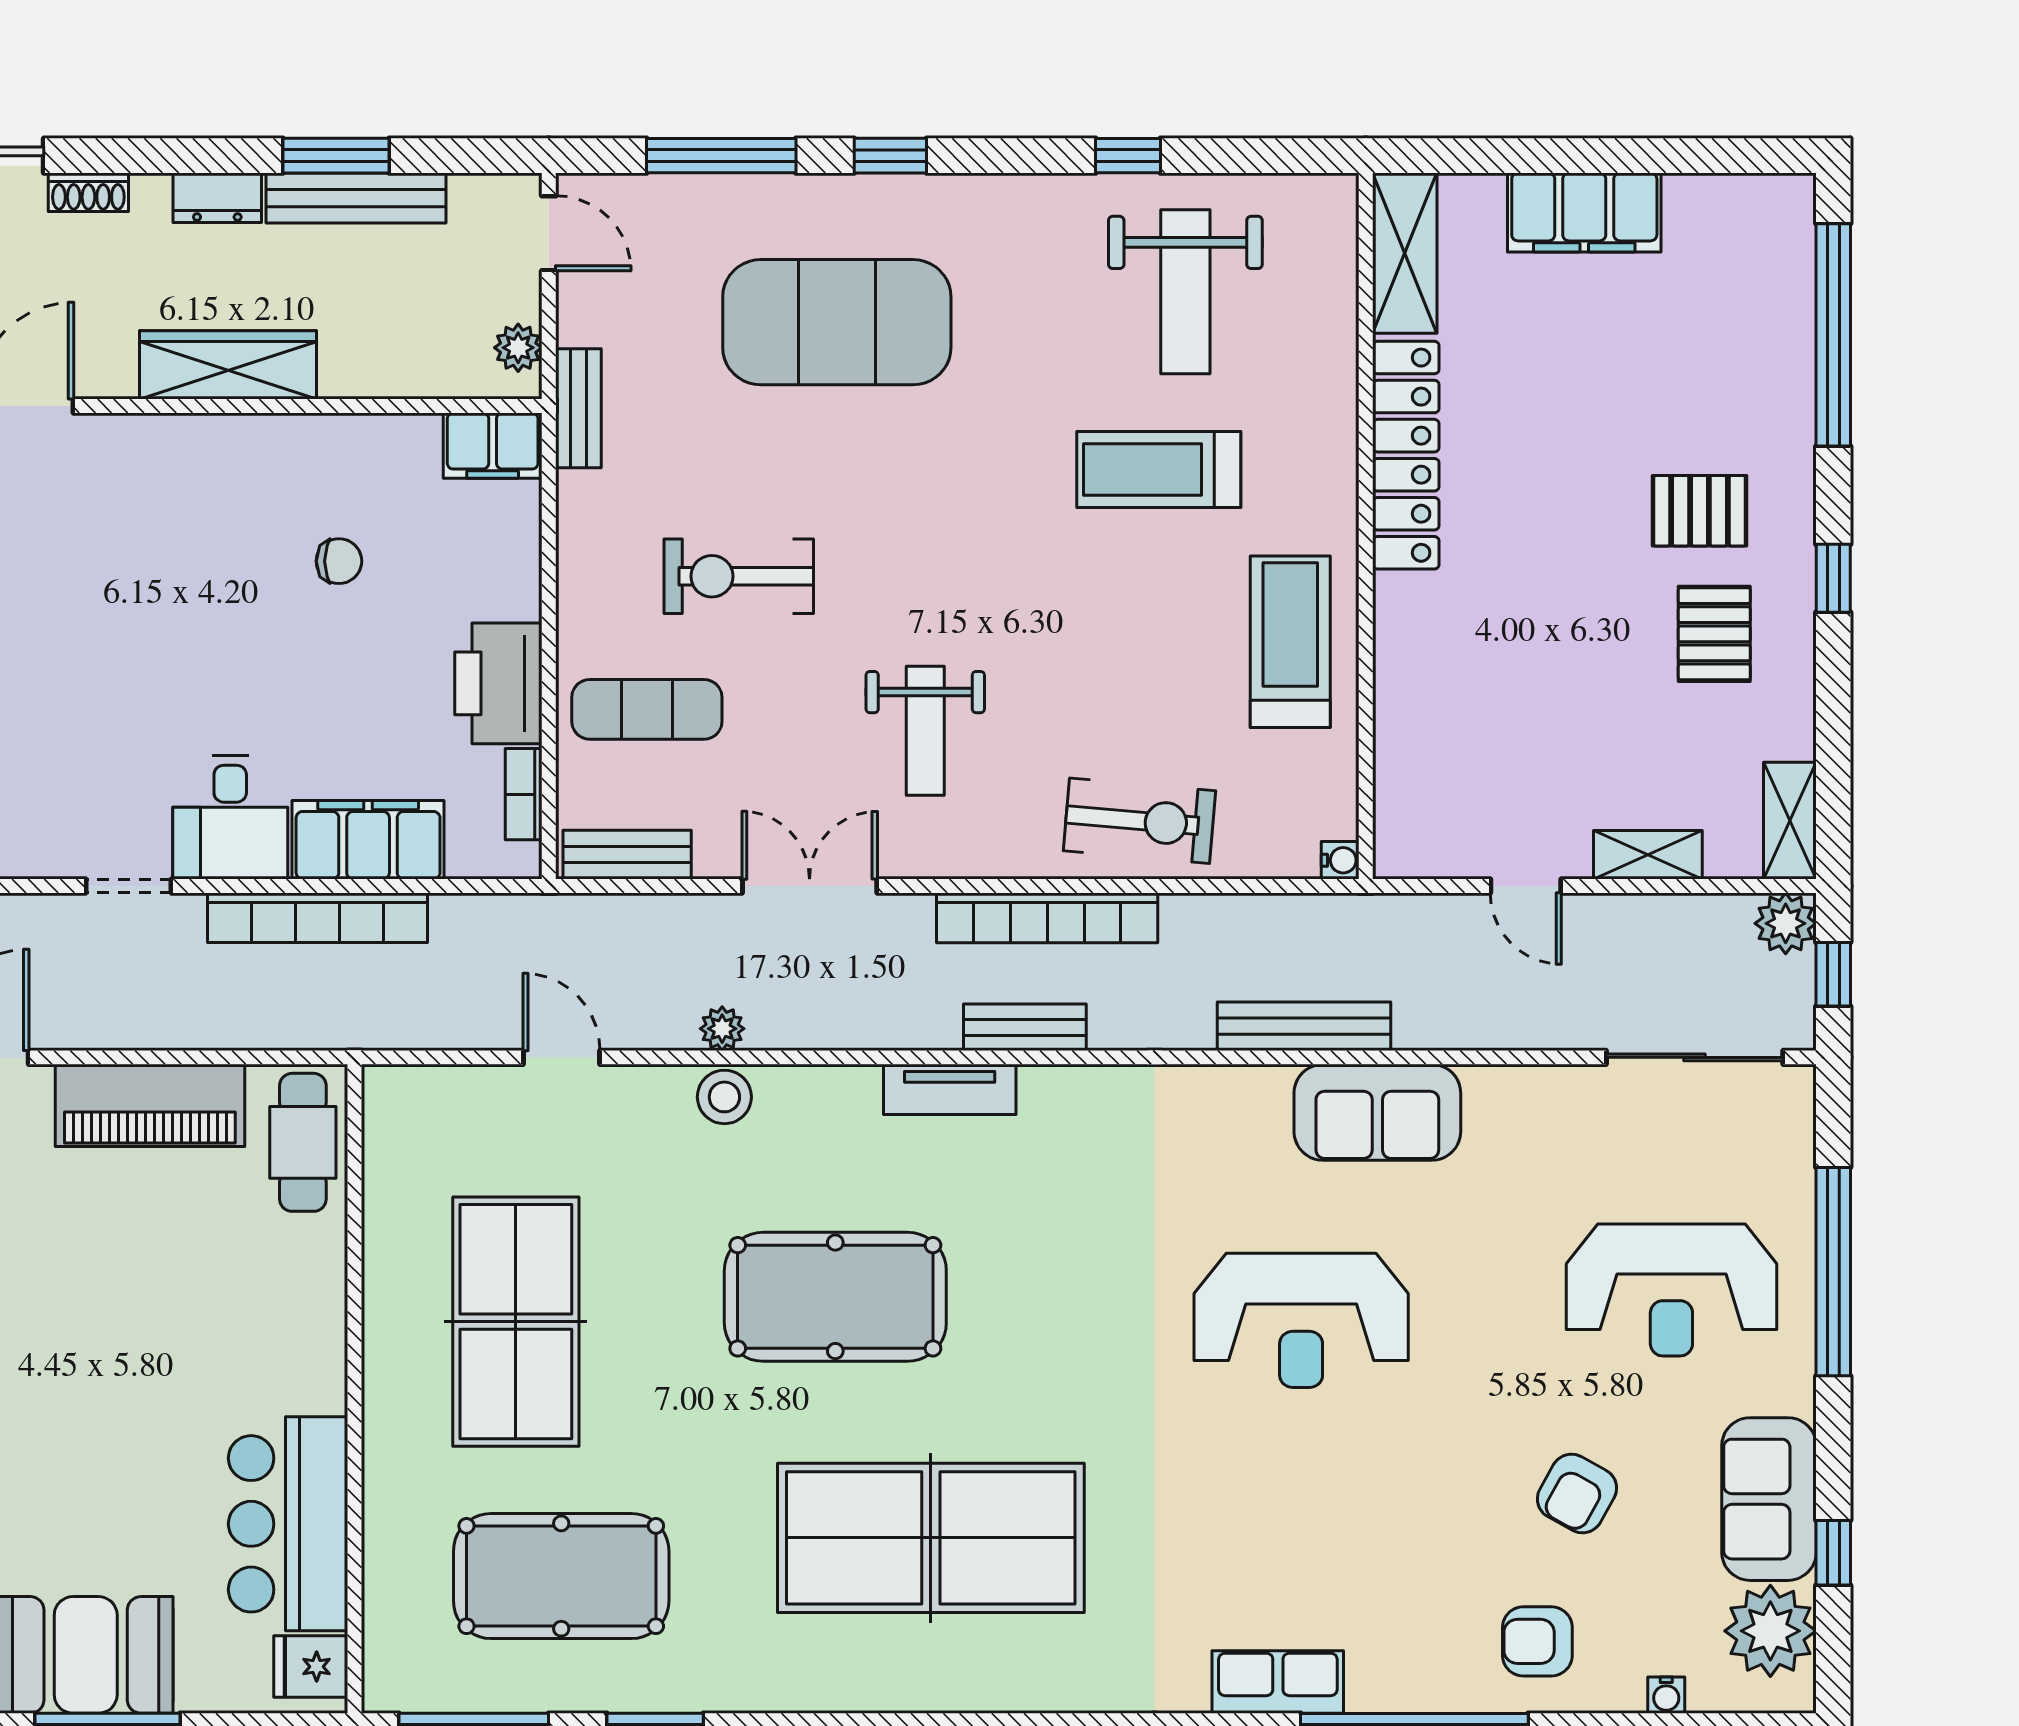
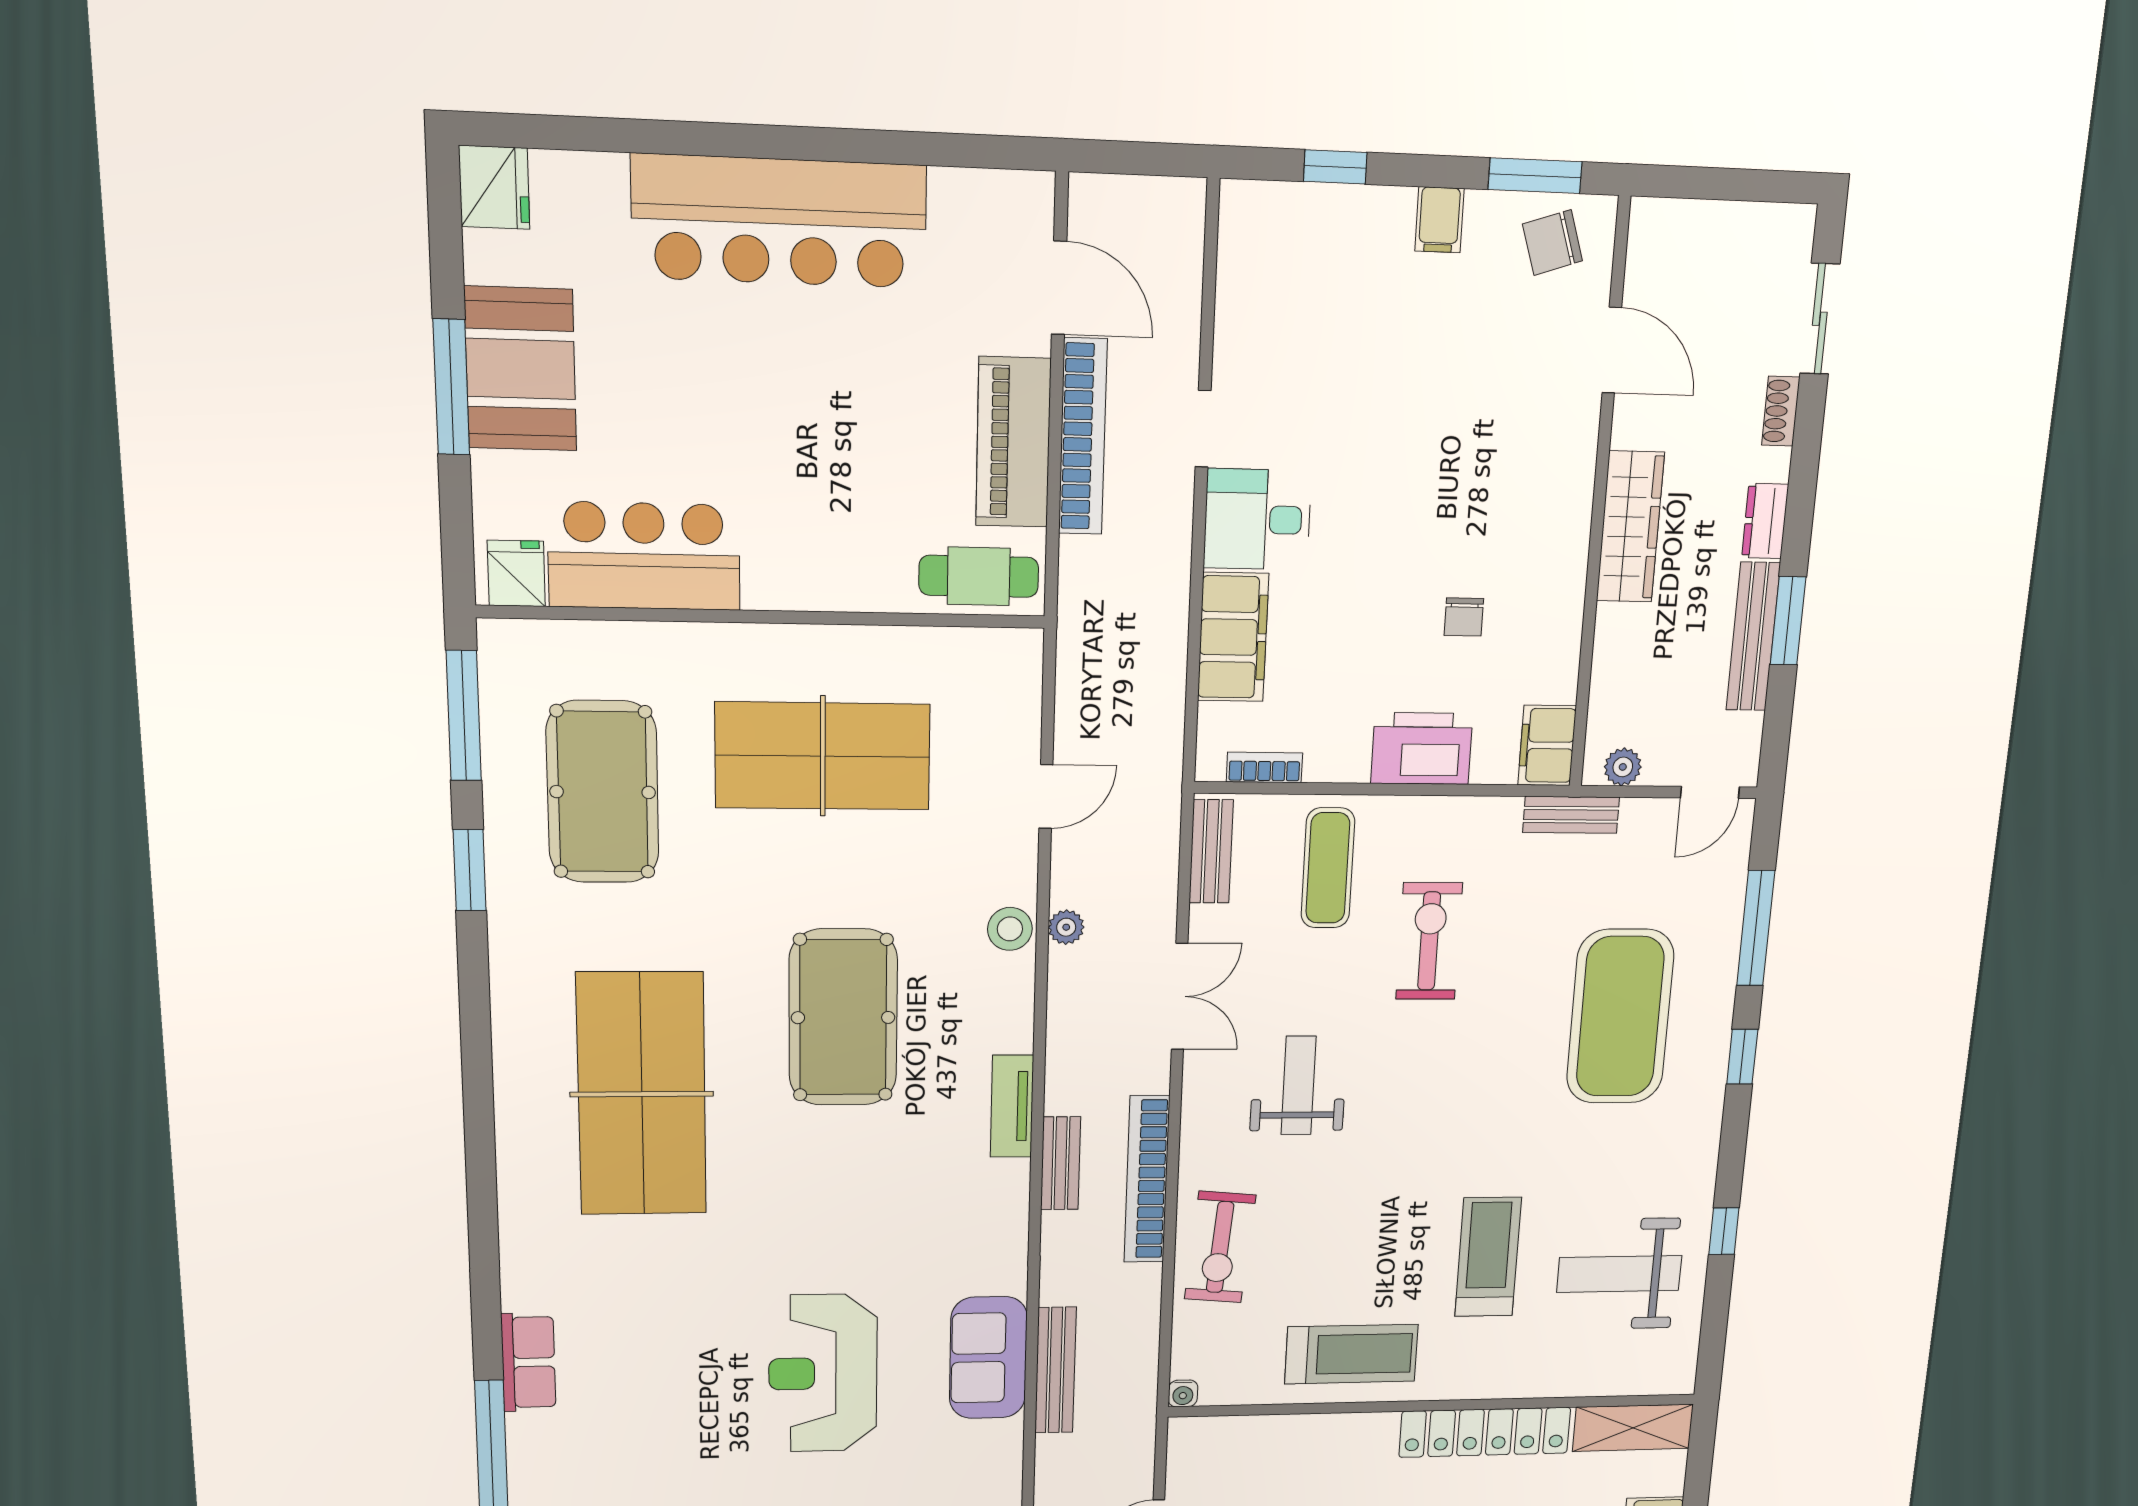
printer: (498, 683) -> (1422, 749), moved
weight bench: (925, 731) -> (1299, 1085), turned 90
bookcase: (317, 918) -> (1083, 437), moved, turned 180
sofa: (1377, 1112) -> (988, 1358), moved

